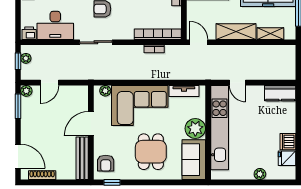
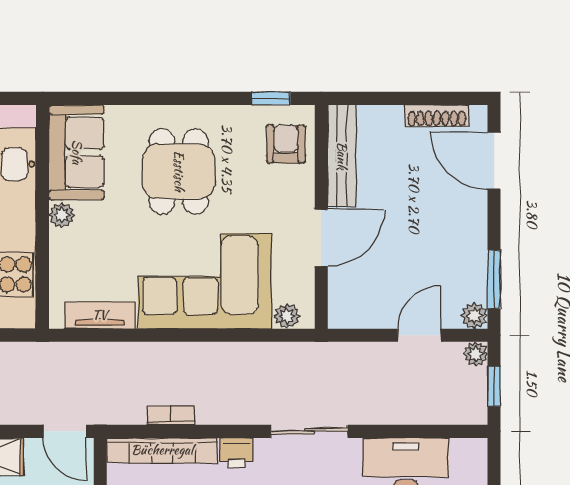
printer: (29, 33) -> (237, 453), moved
plant: (26, 58) -> (476, 354), moved
plant: (195, 128) -> (62, 215), width x0.53, depth x0.53

